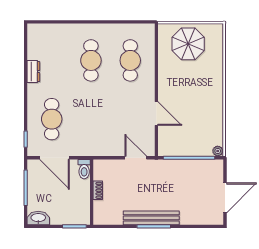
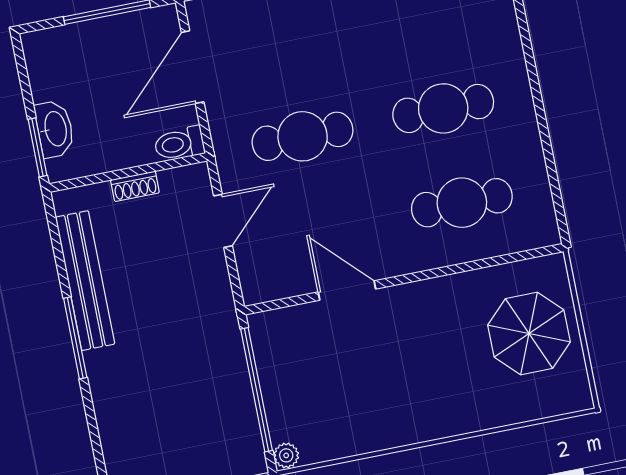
door: (156, 114) -> (347, 290), swing flipped
cafe table: (52, 119) -> (303, 136), moved
door: (136, 158) -> (223, 221), moved
washbasin: (38, 218) -> (55, 129), moved
bench: (151, 218) -> (85, 281), moved

